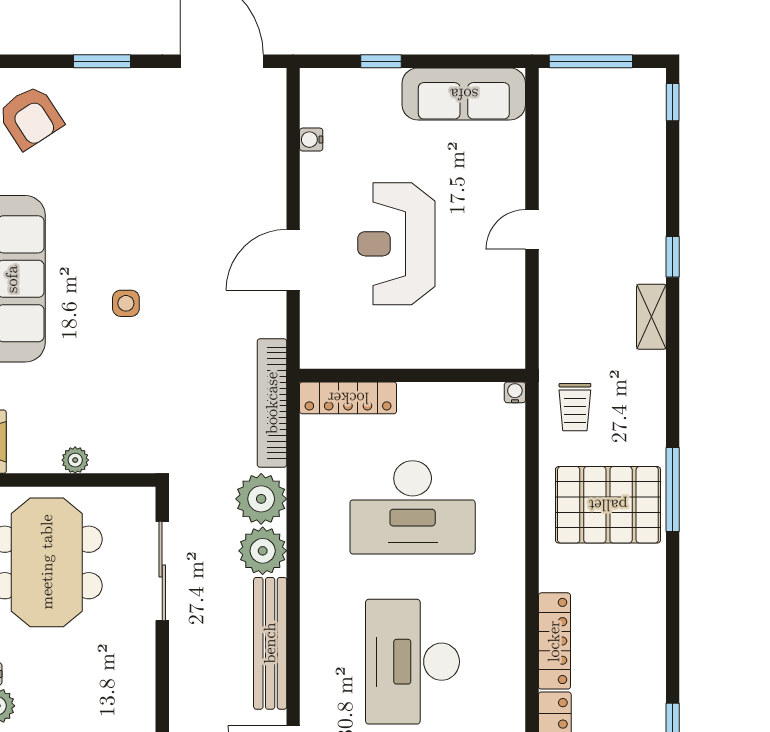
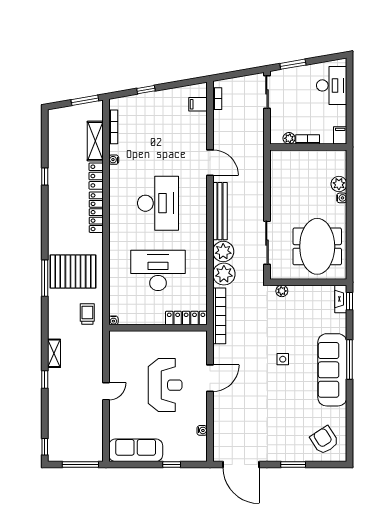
plant: (75, 460) -> (282, 291), moved

